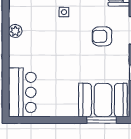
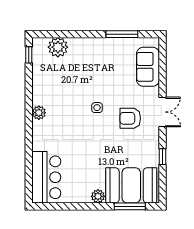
side table: (64, 12) -> (97, 108), moved
plant: (71, 110) -> (98, 196), added

